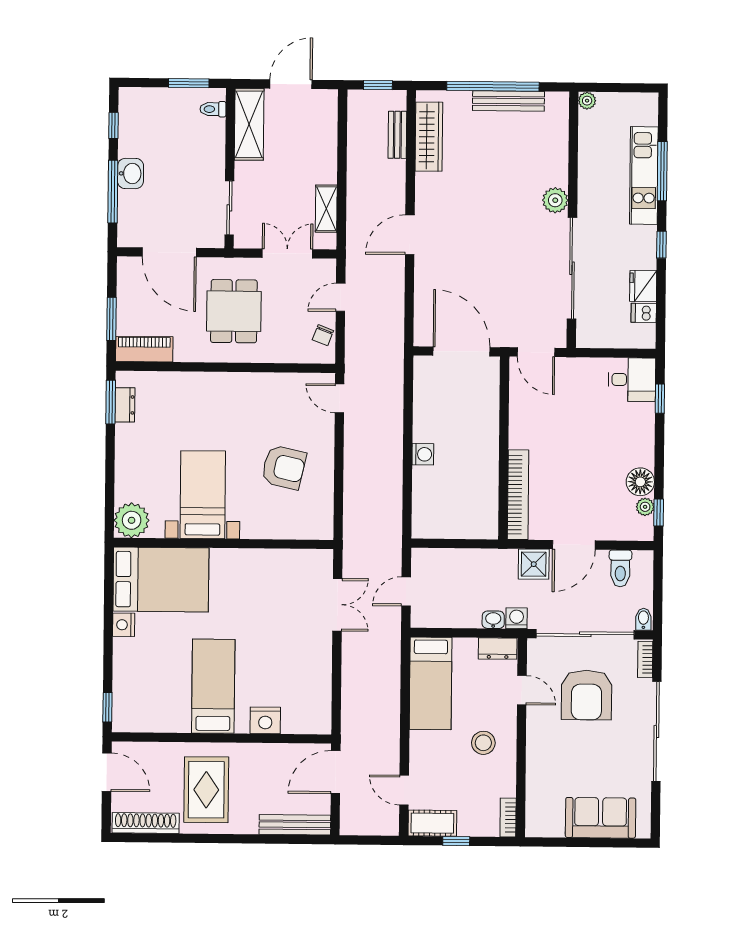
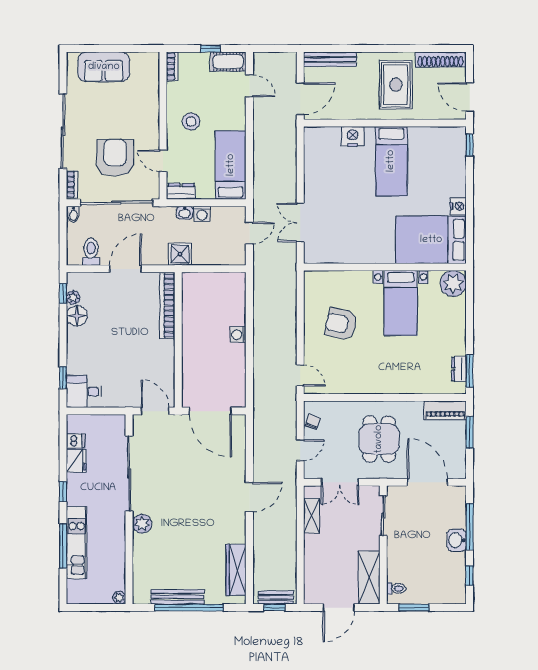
bench: (397, 135) -> (276, 597), moved, turned 90
shower: (534, 564) -> (180, 254), moved
washing machine: (517, 618) -> (202, 214), moved

